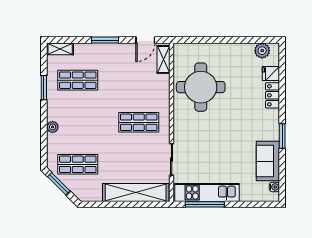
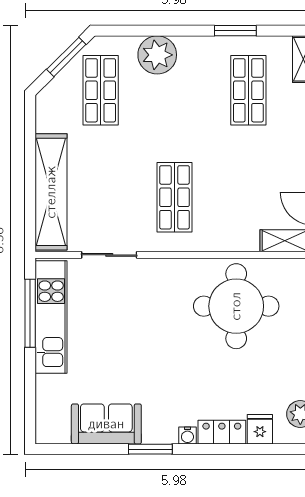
plant: (53, 127) -> (157, 55), width x1.88, depth x1.88
water cooler: (274, 187) -> (187, 435), moved

